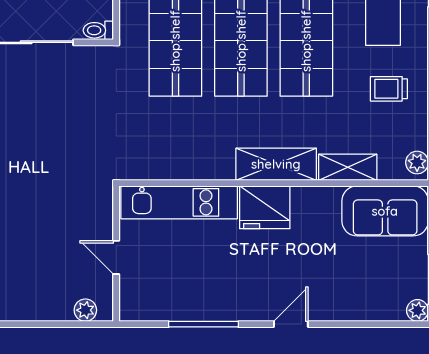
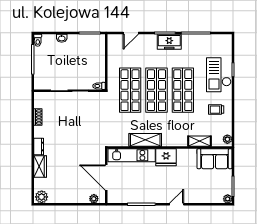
shelving: (276, 164) -> (145, 140), moved
door: (116, 257) -> (106, 177), width x1.88

